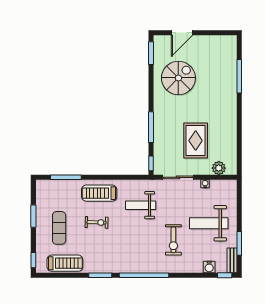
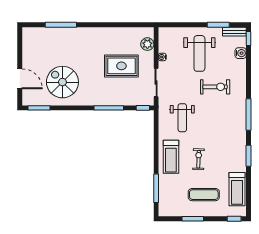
treadmill: (65, 263) -> (237, 189), turned 180
window: (144, 275) -> (248, 115), width x0.68

